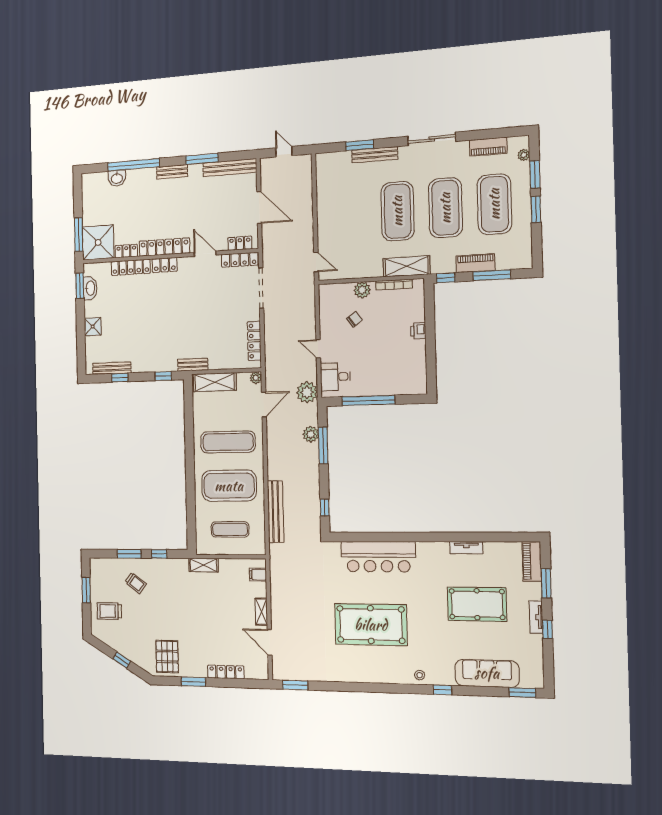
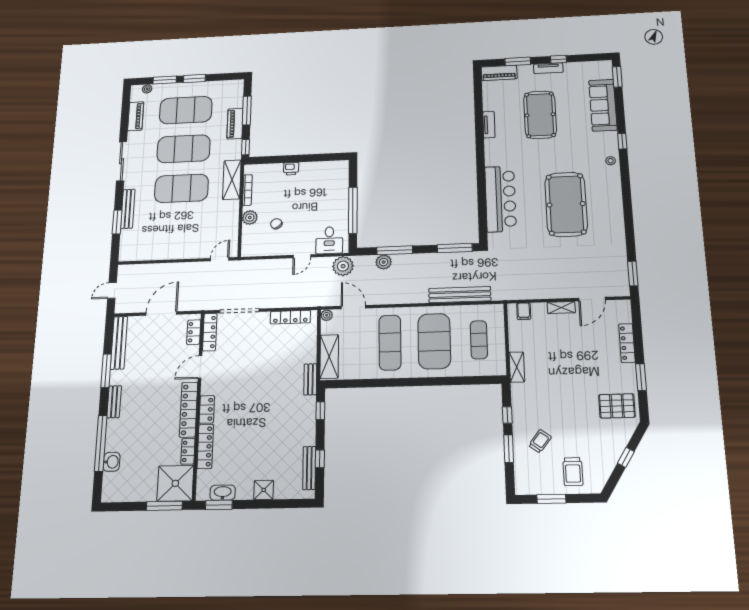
window: (325, 508) -> (455, 248), width x2.17

